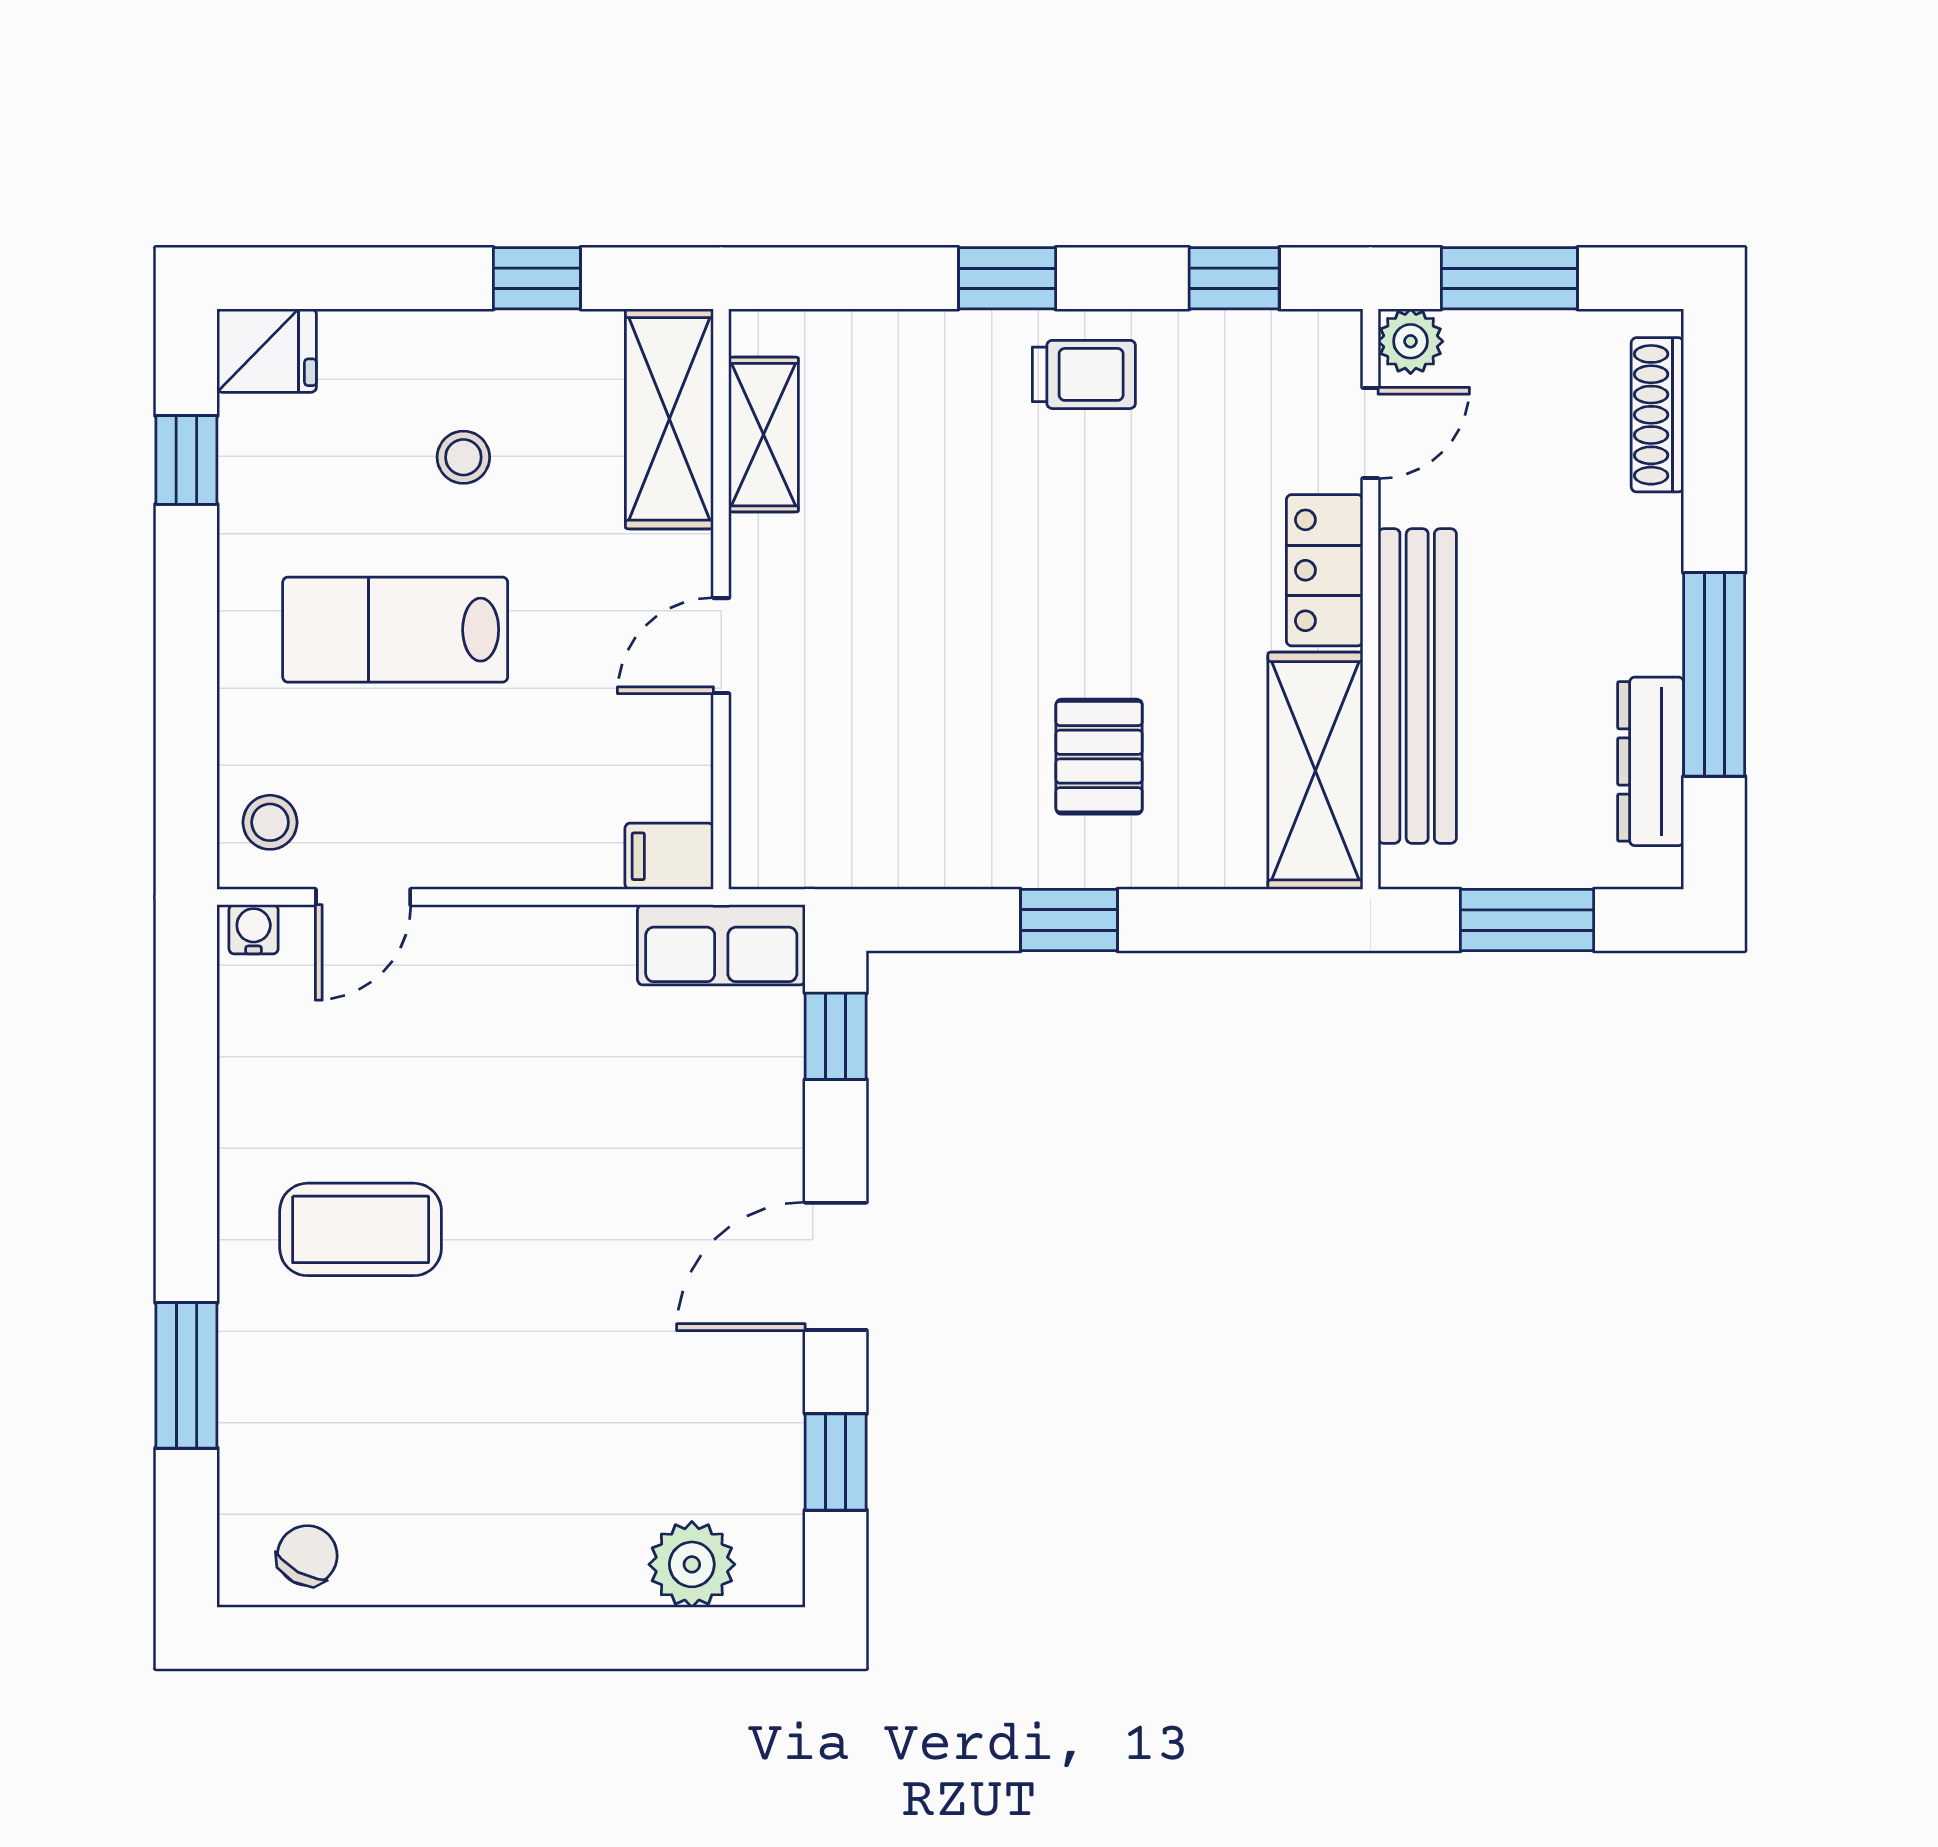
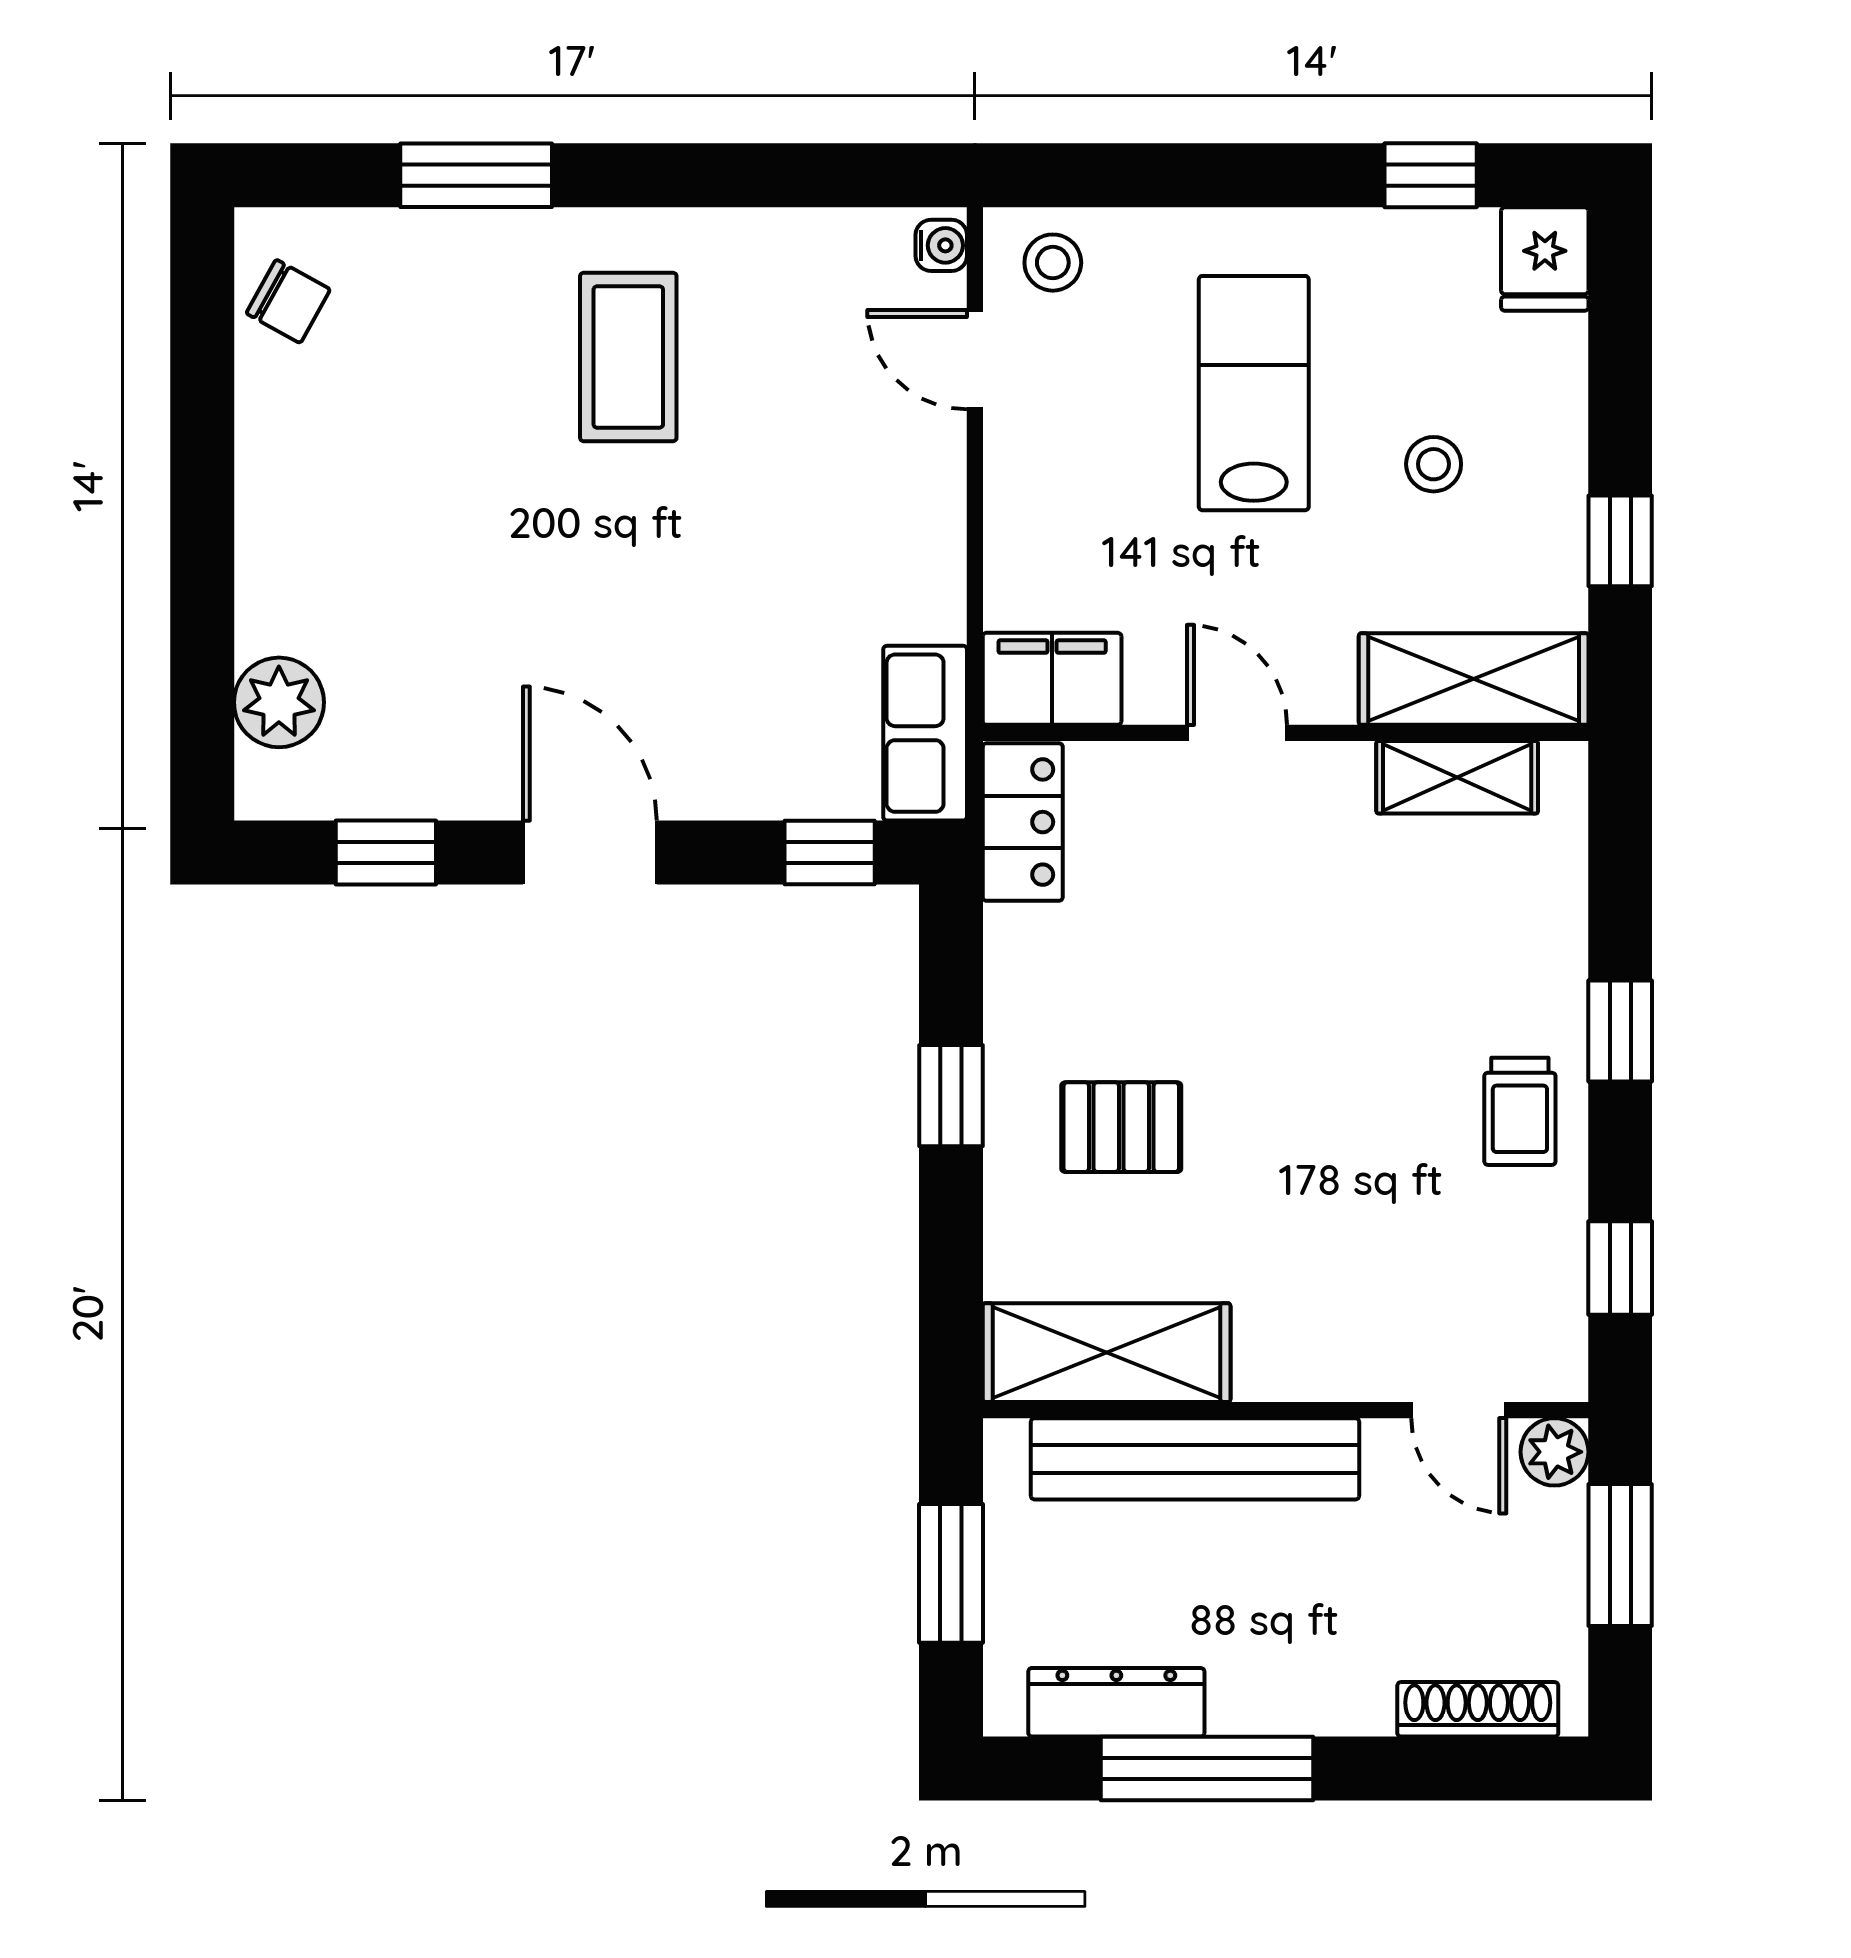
locker: (1325, 570) -> (1023, 822), moved, turned 90
filing cabinet: (669, 856) -> (1052, 679), width x2.00

